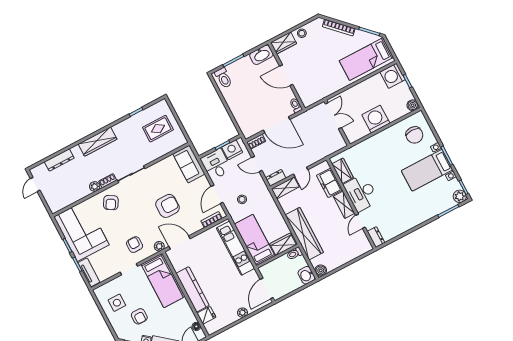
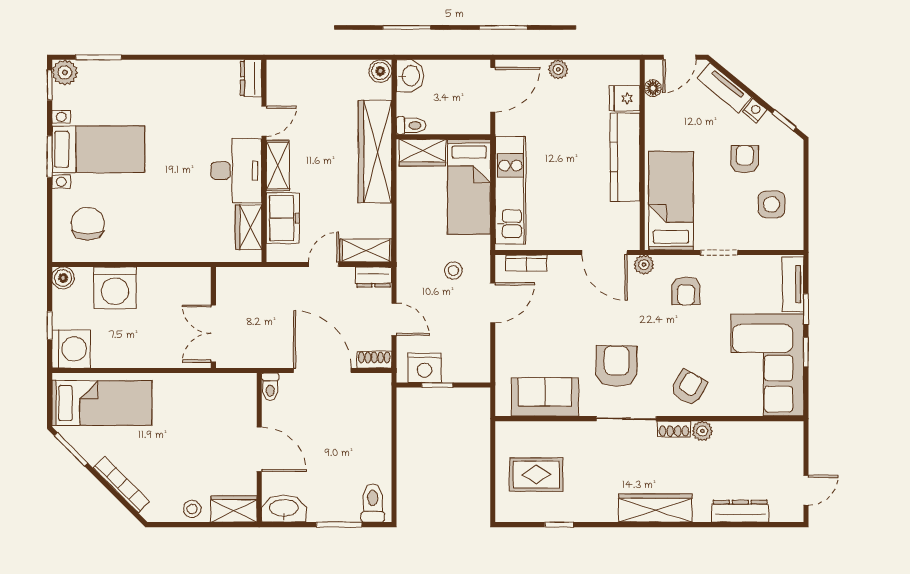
washing machine: (376, 119) -> (115, 288), moved
sofa: (189, 164) -> (545, 397), moved, turned -90
desk: (216, 164) -> (467, 357), removed
armchair: (167, 206) -> (616, 366), moved, turned 90

